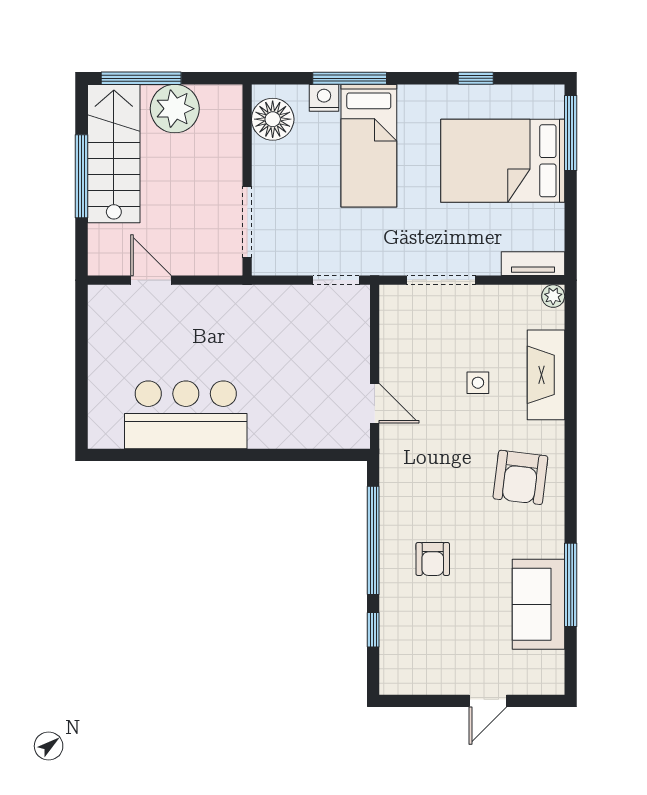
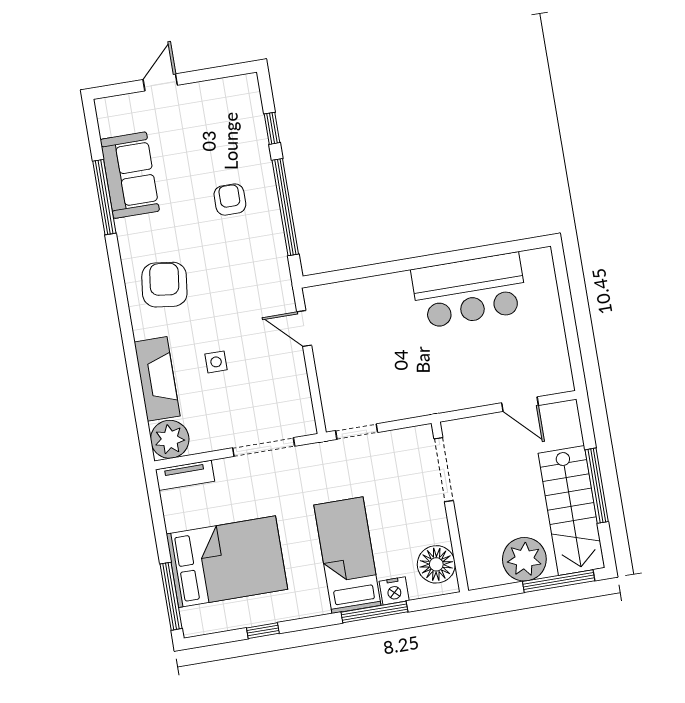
plant: (553, 296) -> (170, 439), width x1.88, depth x1.88

